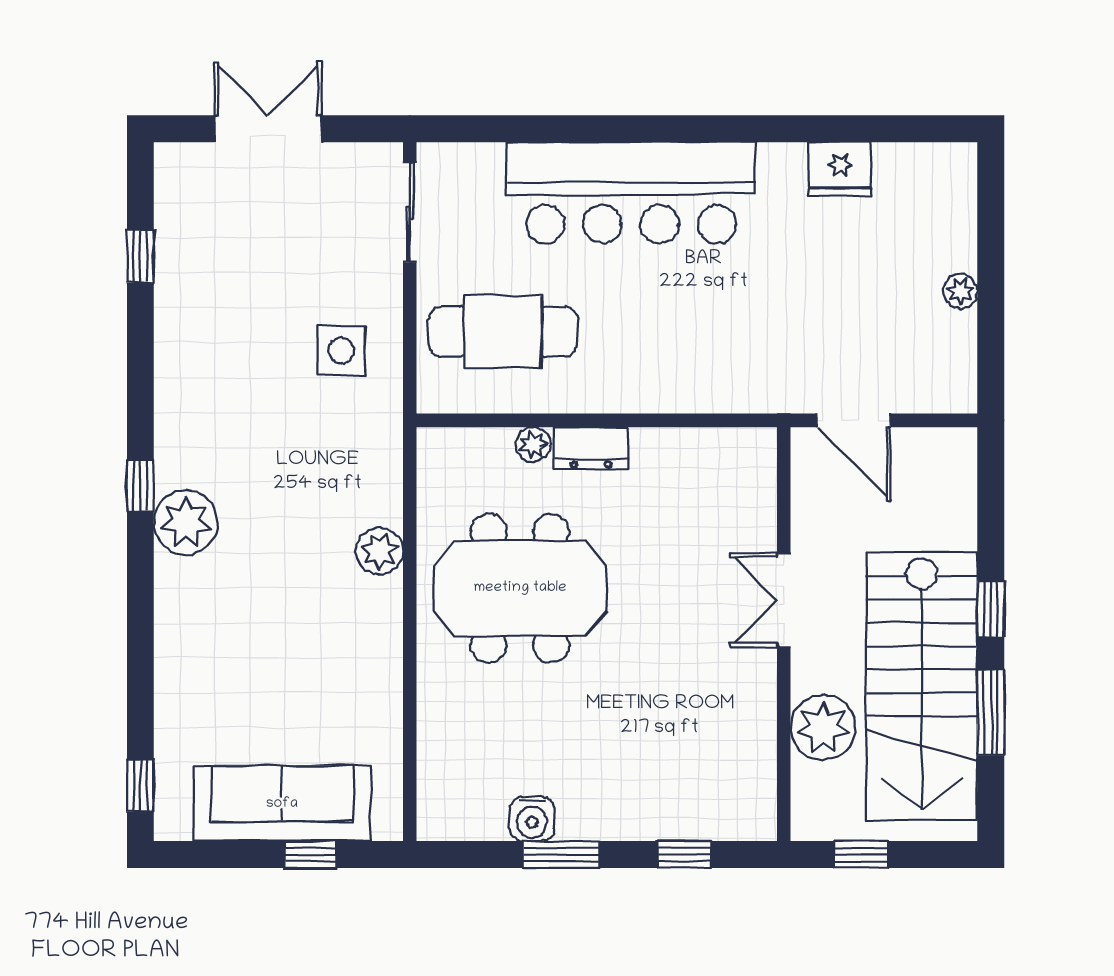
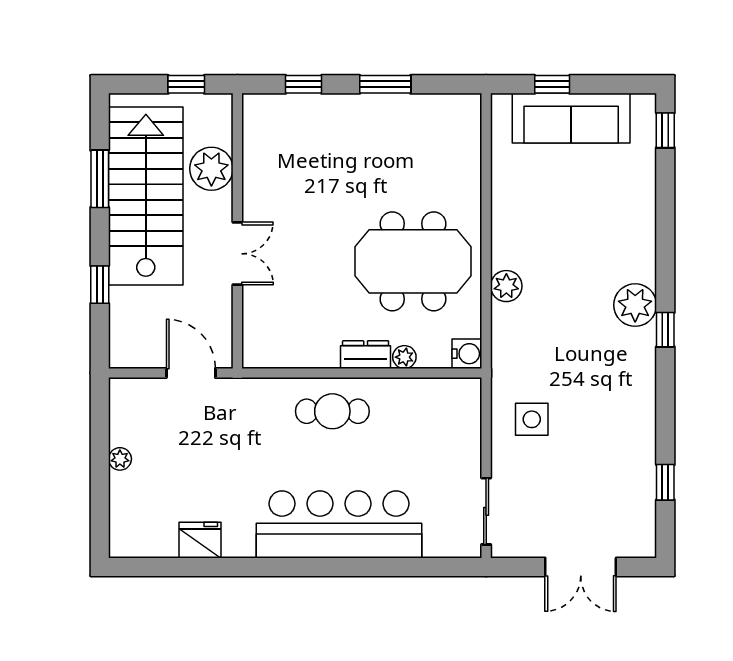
cafe table: (503, 331) -> (332, 411), moved, width x0.73, depth x0.74
window: (991, 609) -> (100, 285), moved
water cooler: (532, 819) -> (467, 354), moved, turned 90

